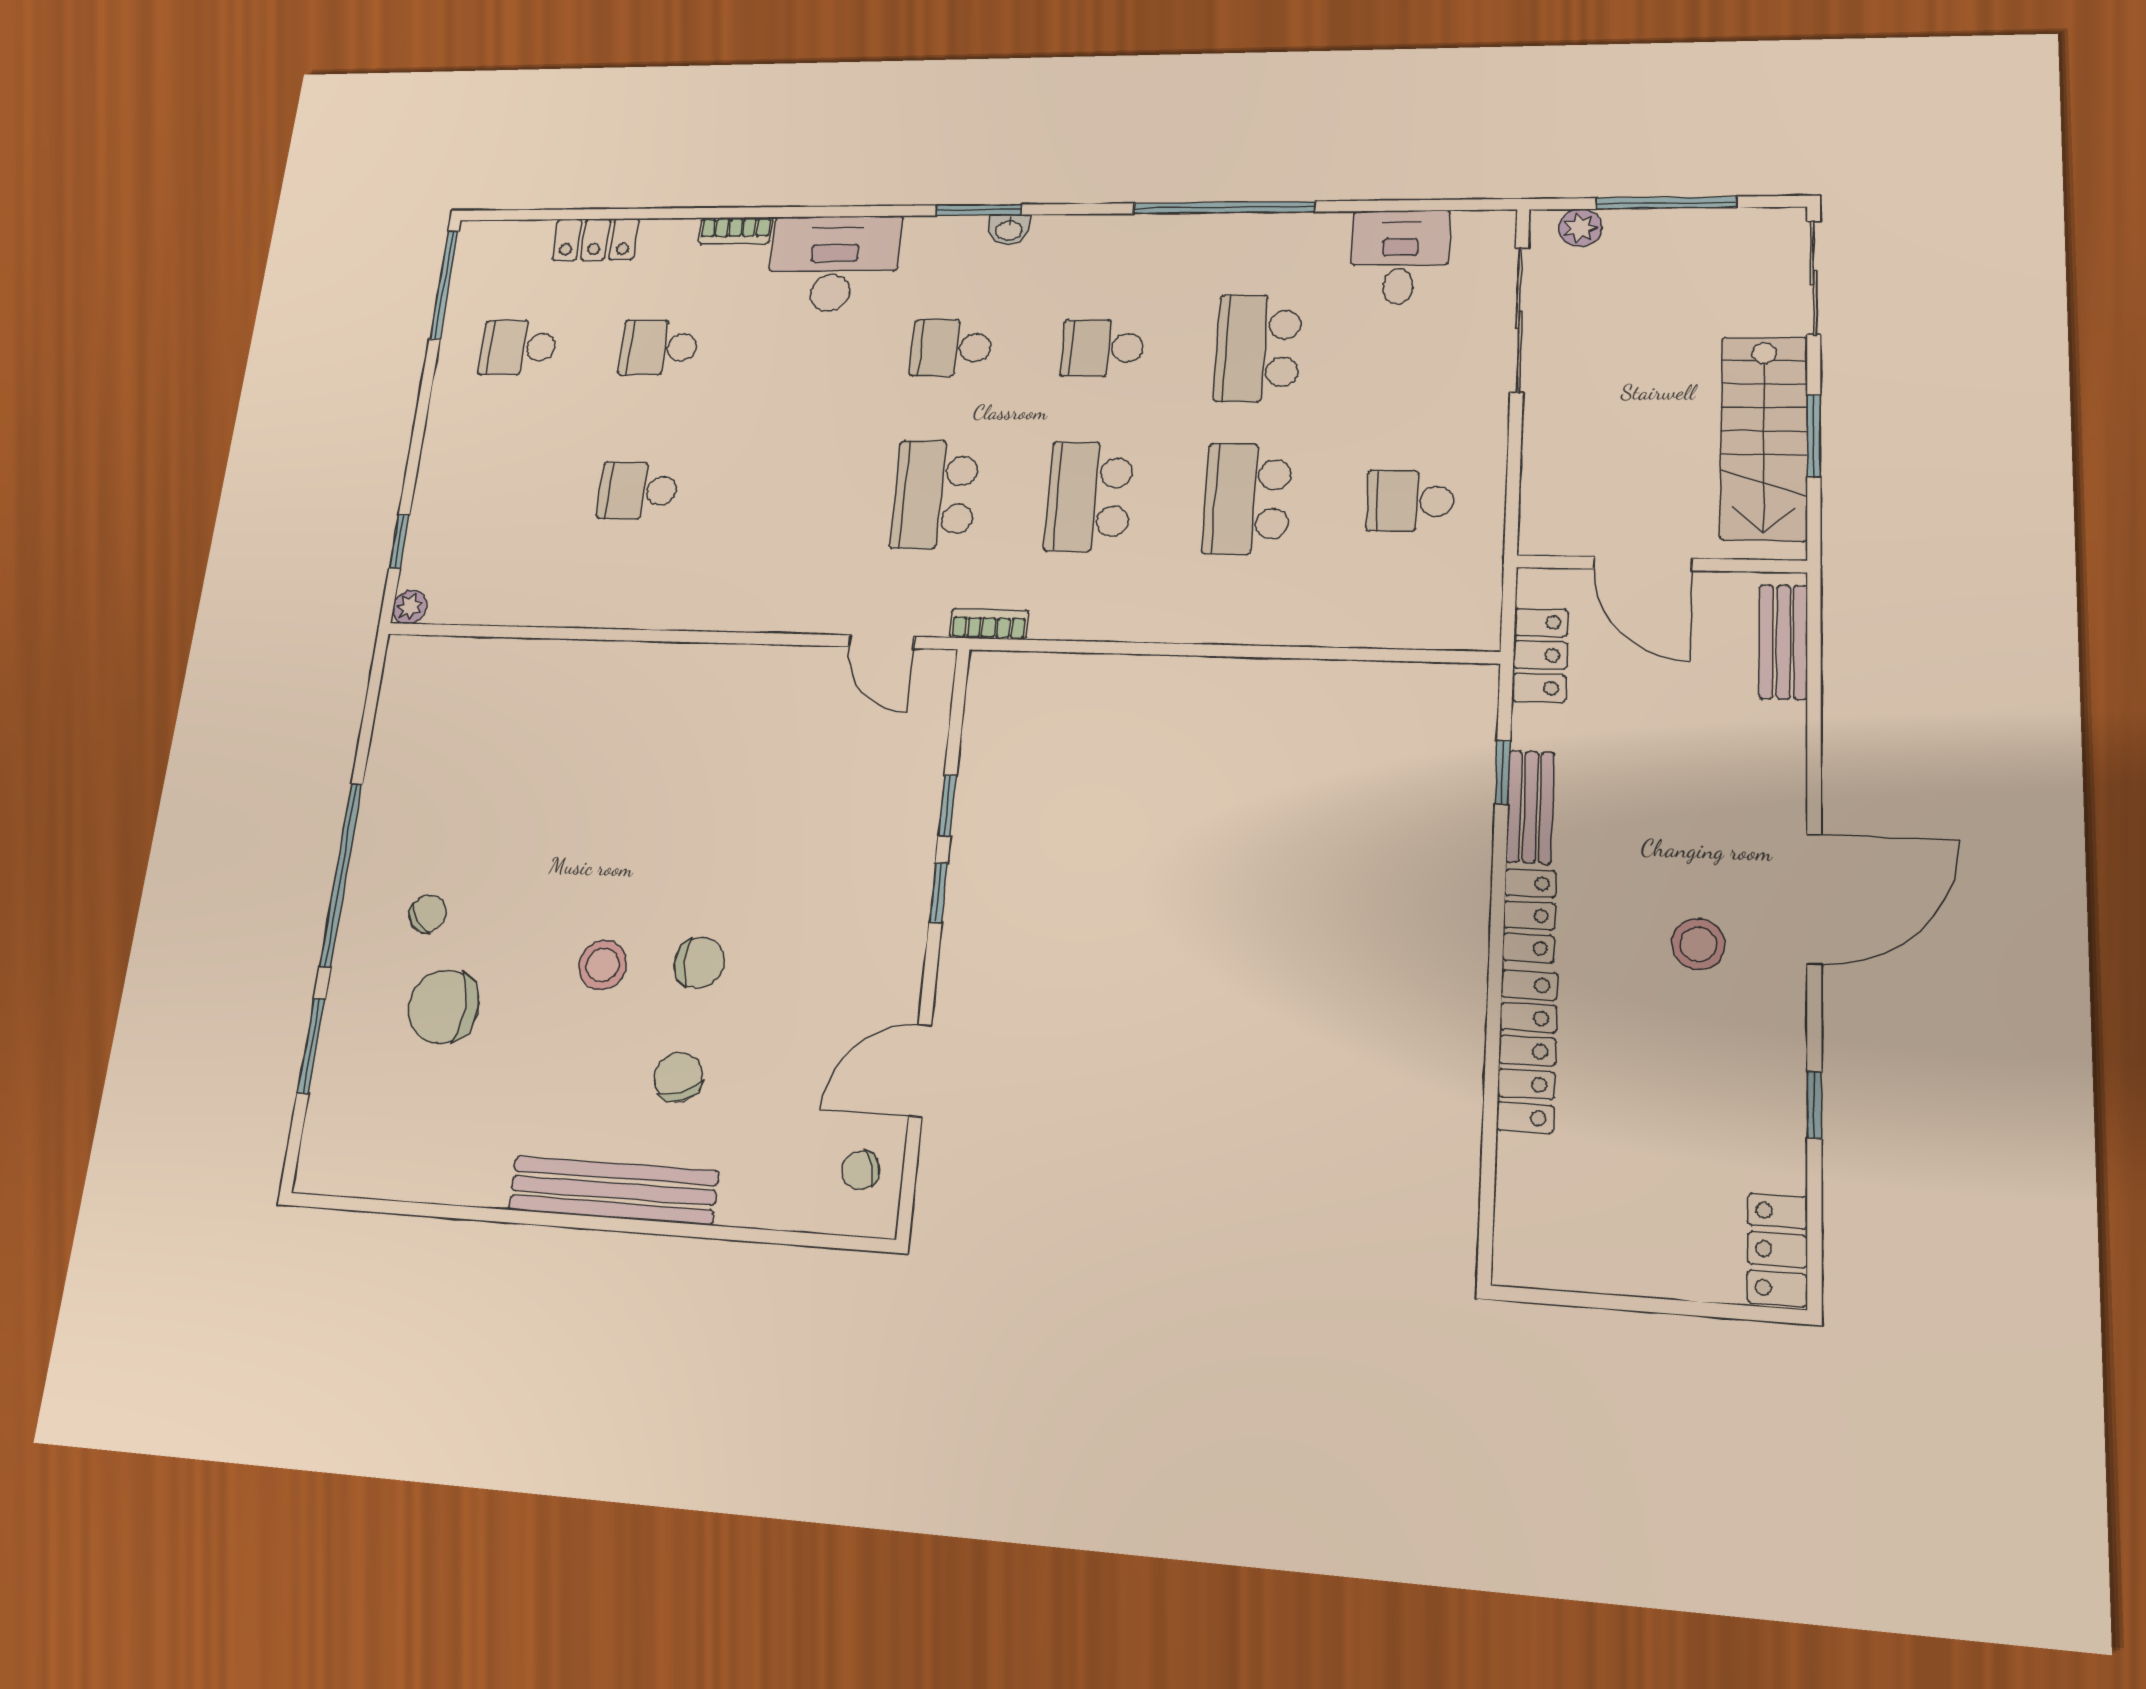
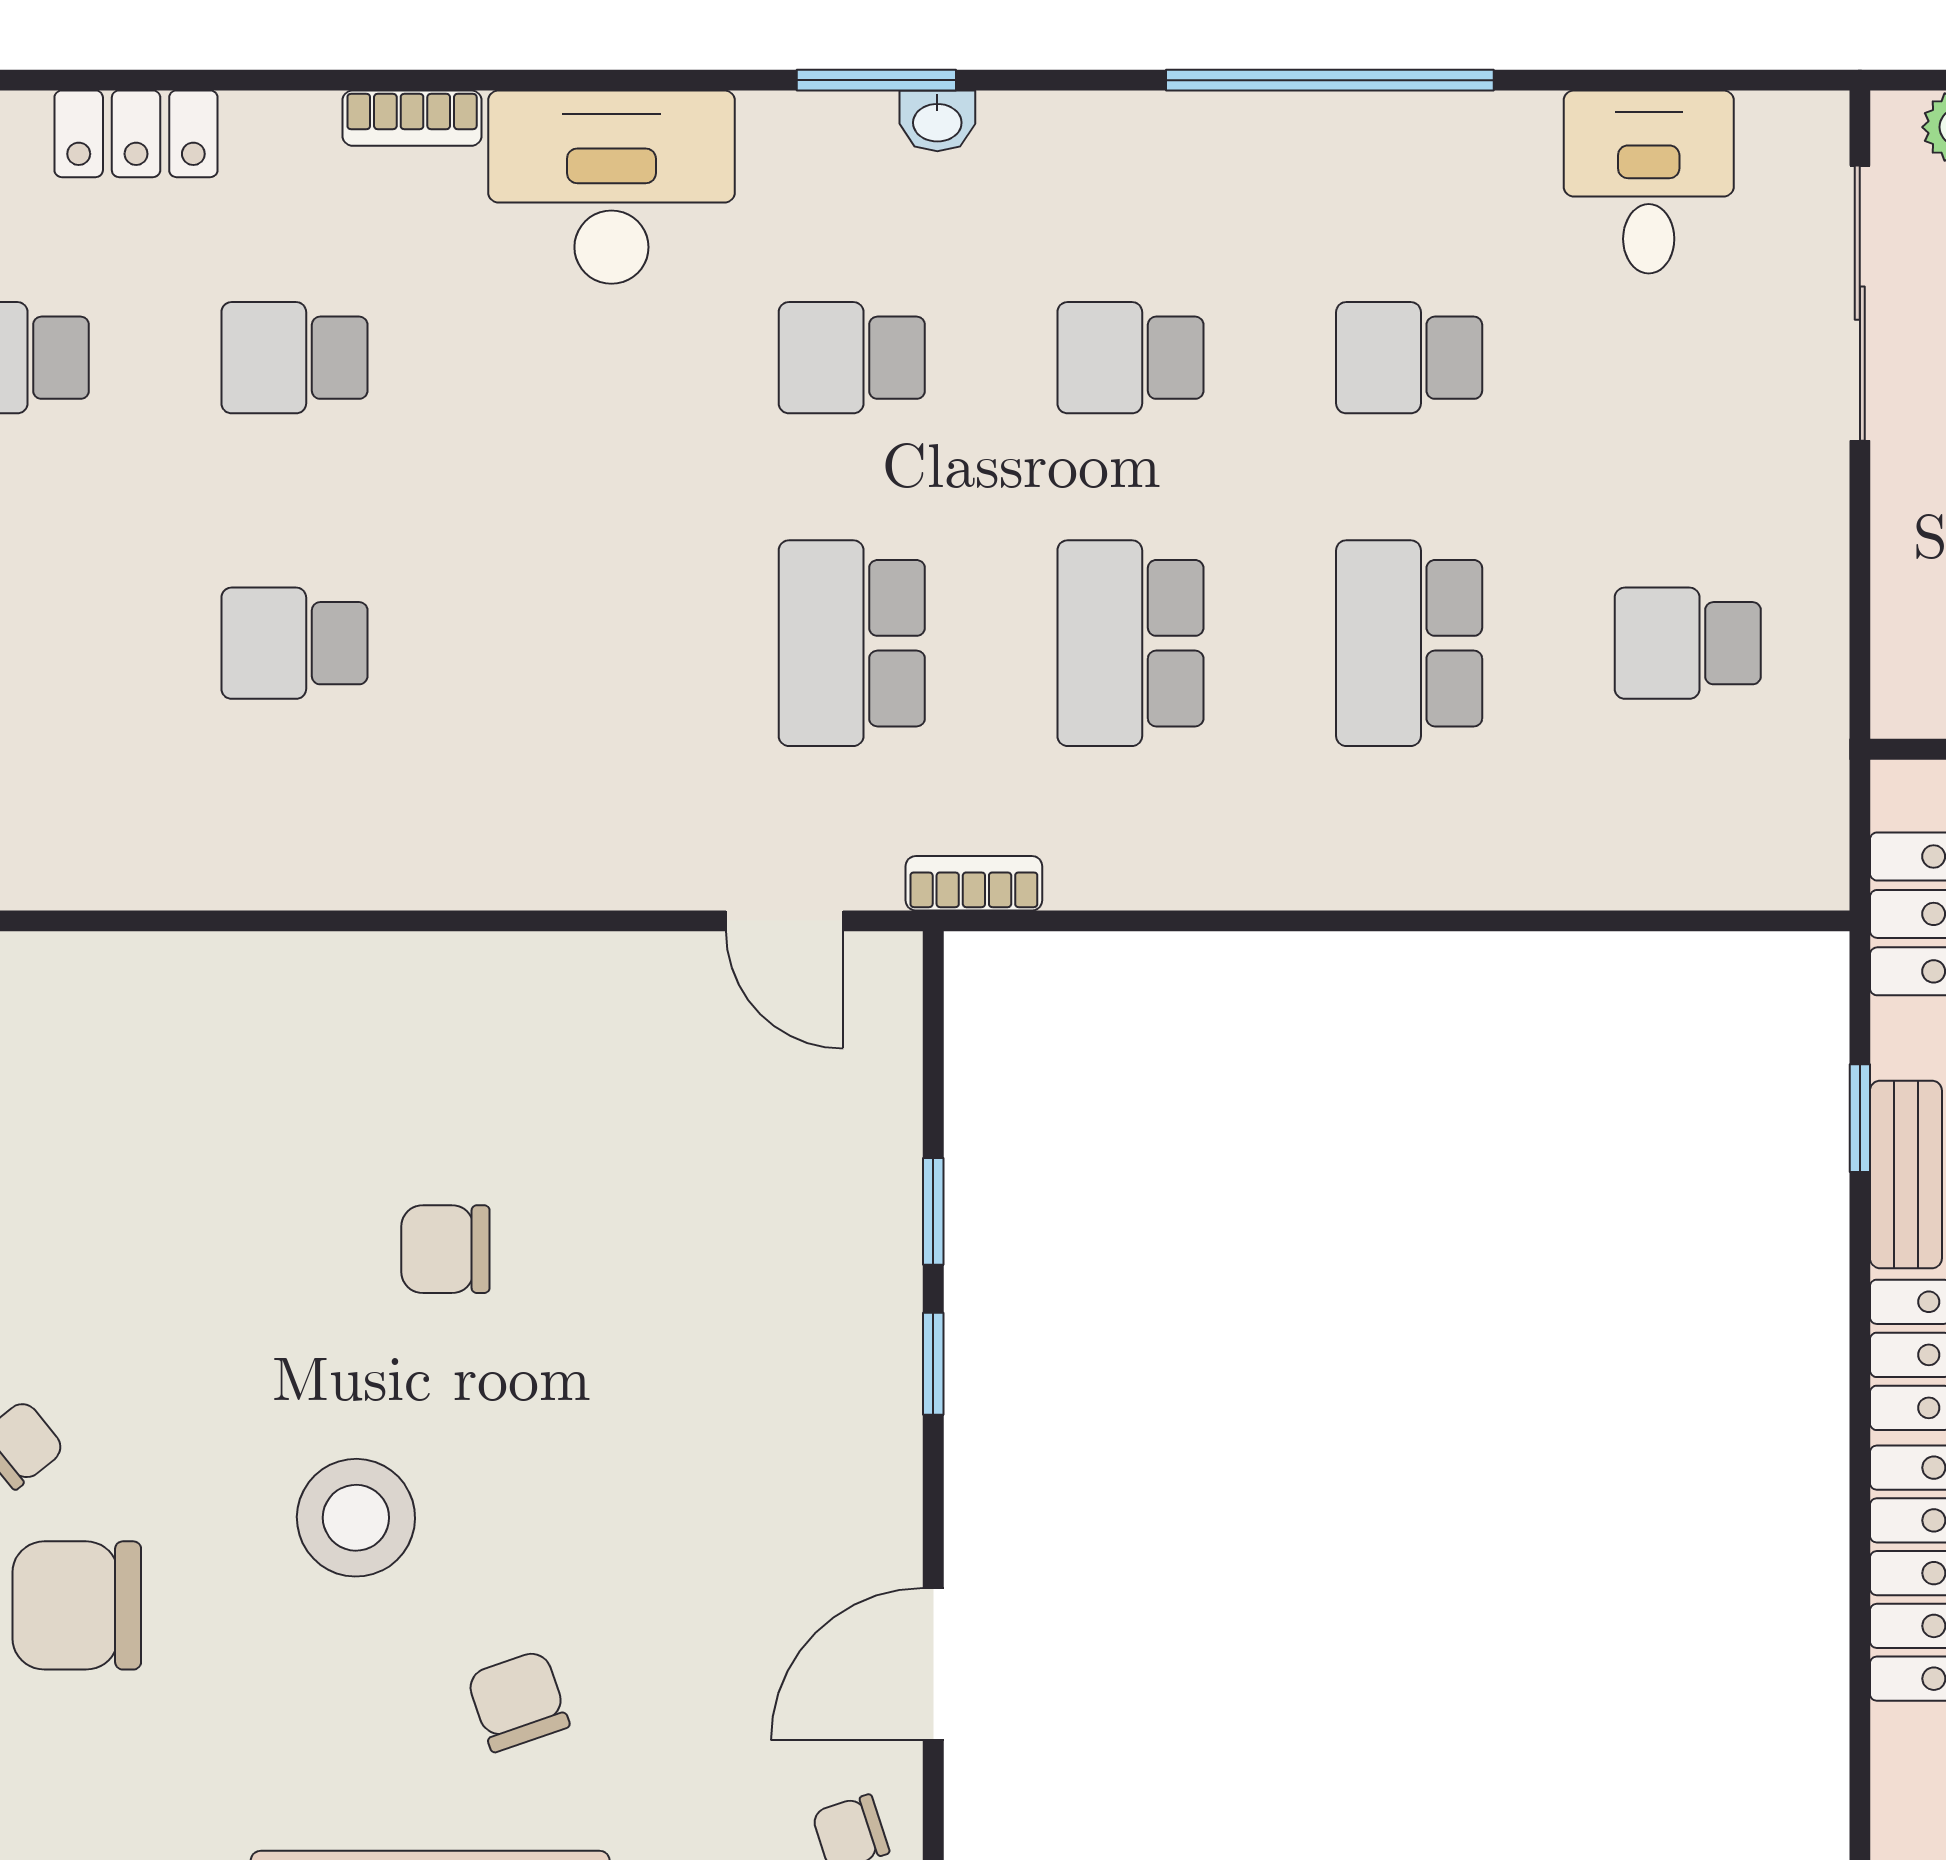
school desk: (1258, 348) -> (1409, 358), width x0.54
chair: (699, 963) -> (445, 1249), moved, turned 180
stool: (603, 965) -> (356, 1518), width x1.38, depth x1.38

